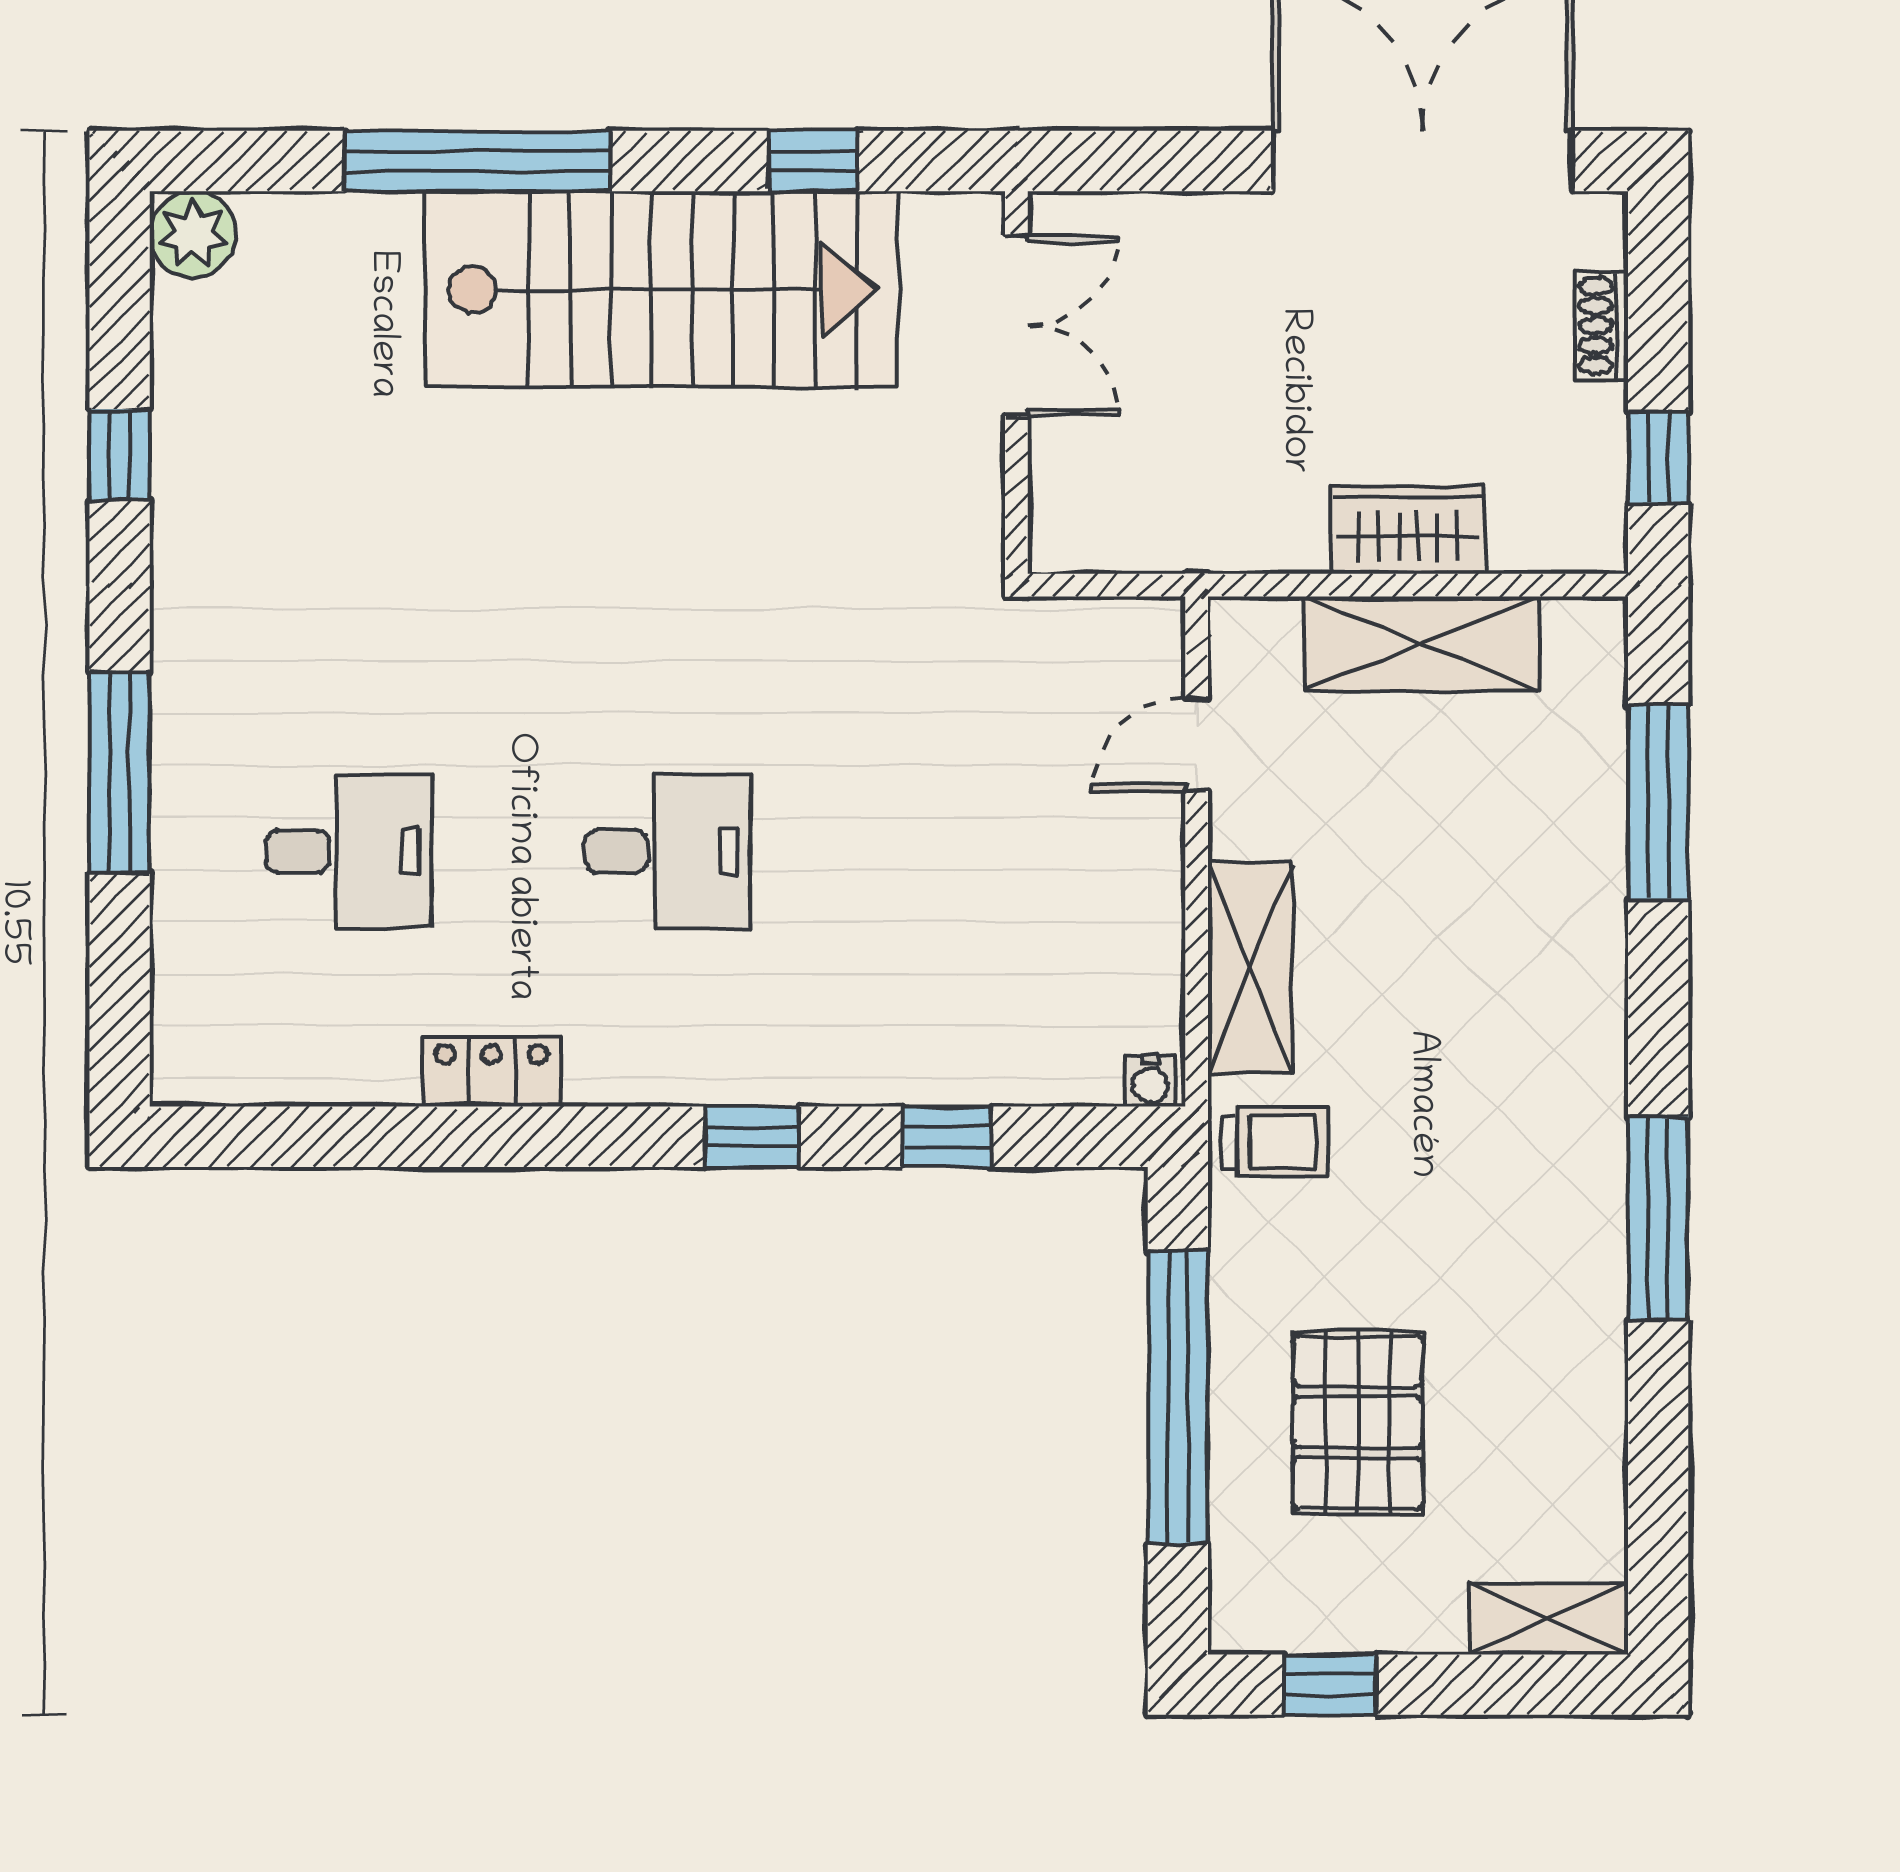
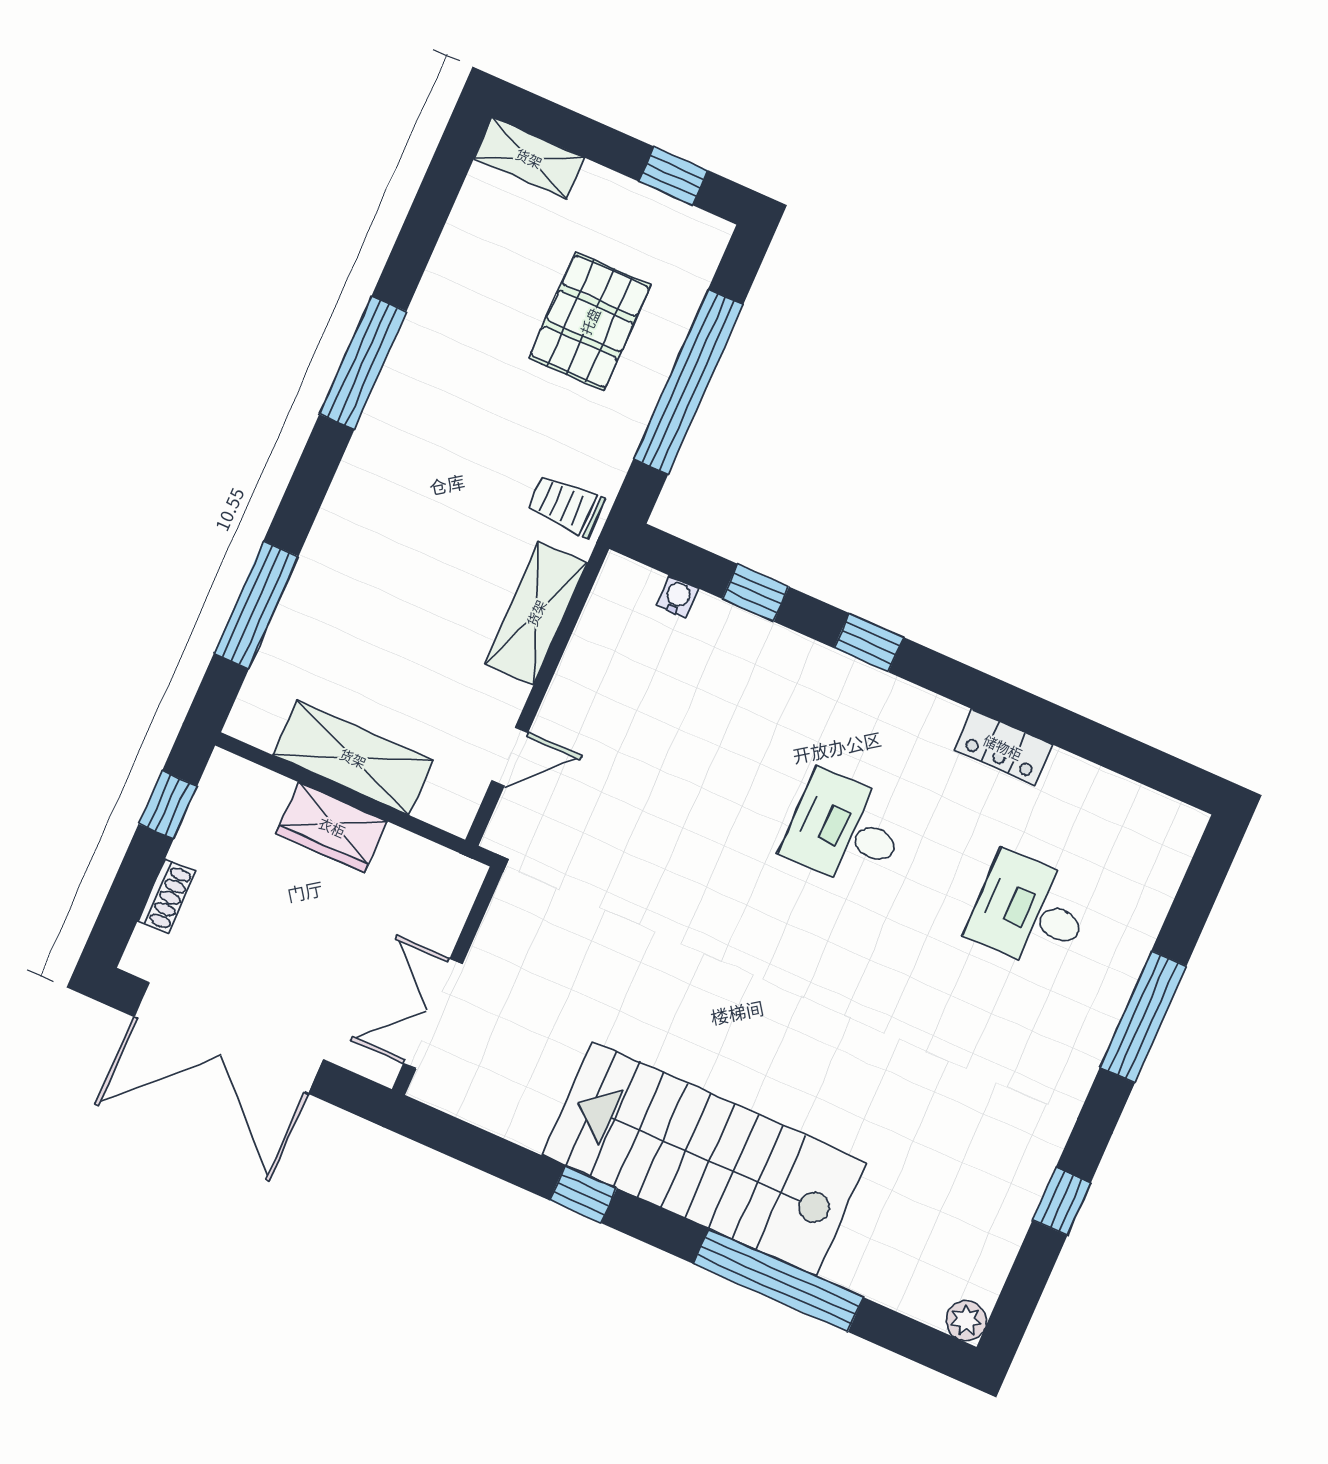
plant: (193, 234) -> (966, 1321), width x0.73, depth x0.73
double door: (1016, 326) -> (433, 1014), moved
wall: (1016, 382) -> (447, 981), moved
water cooler: (1150, 1081) -> (677, 597), moved

